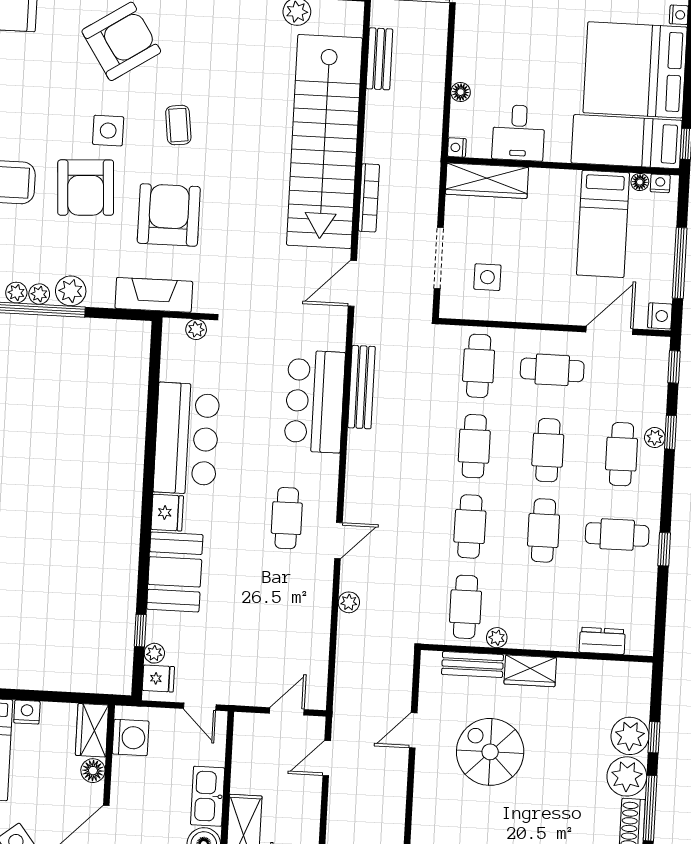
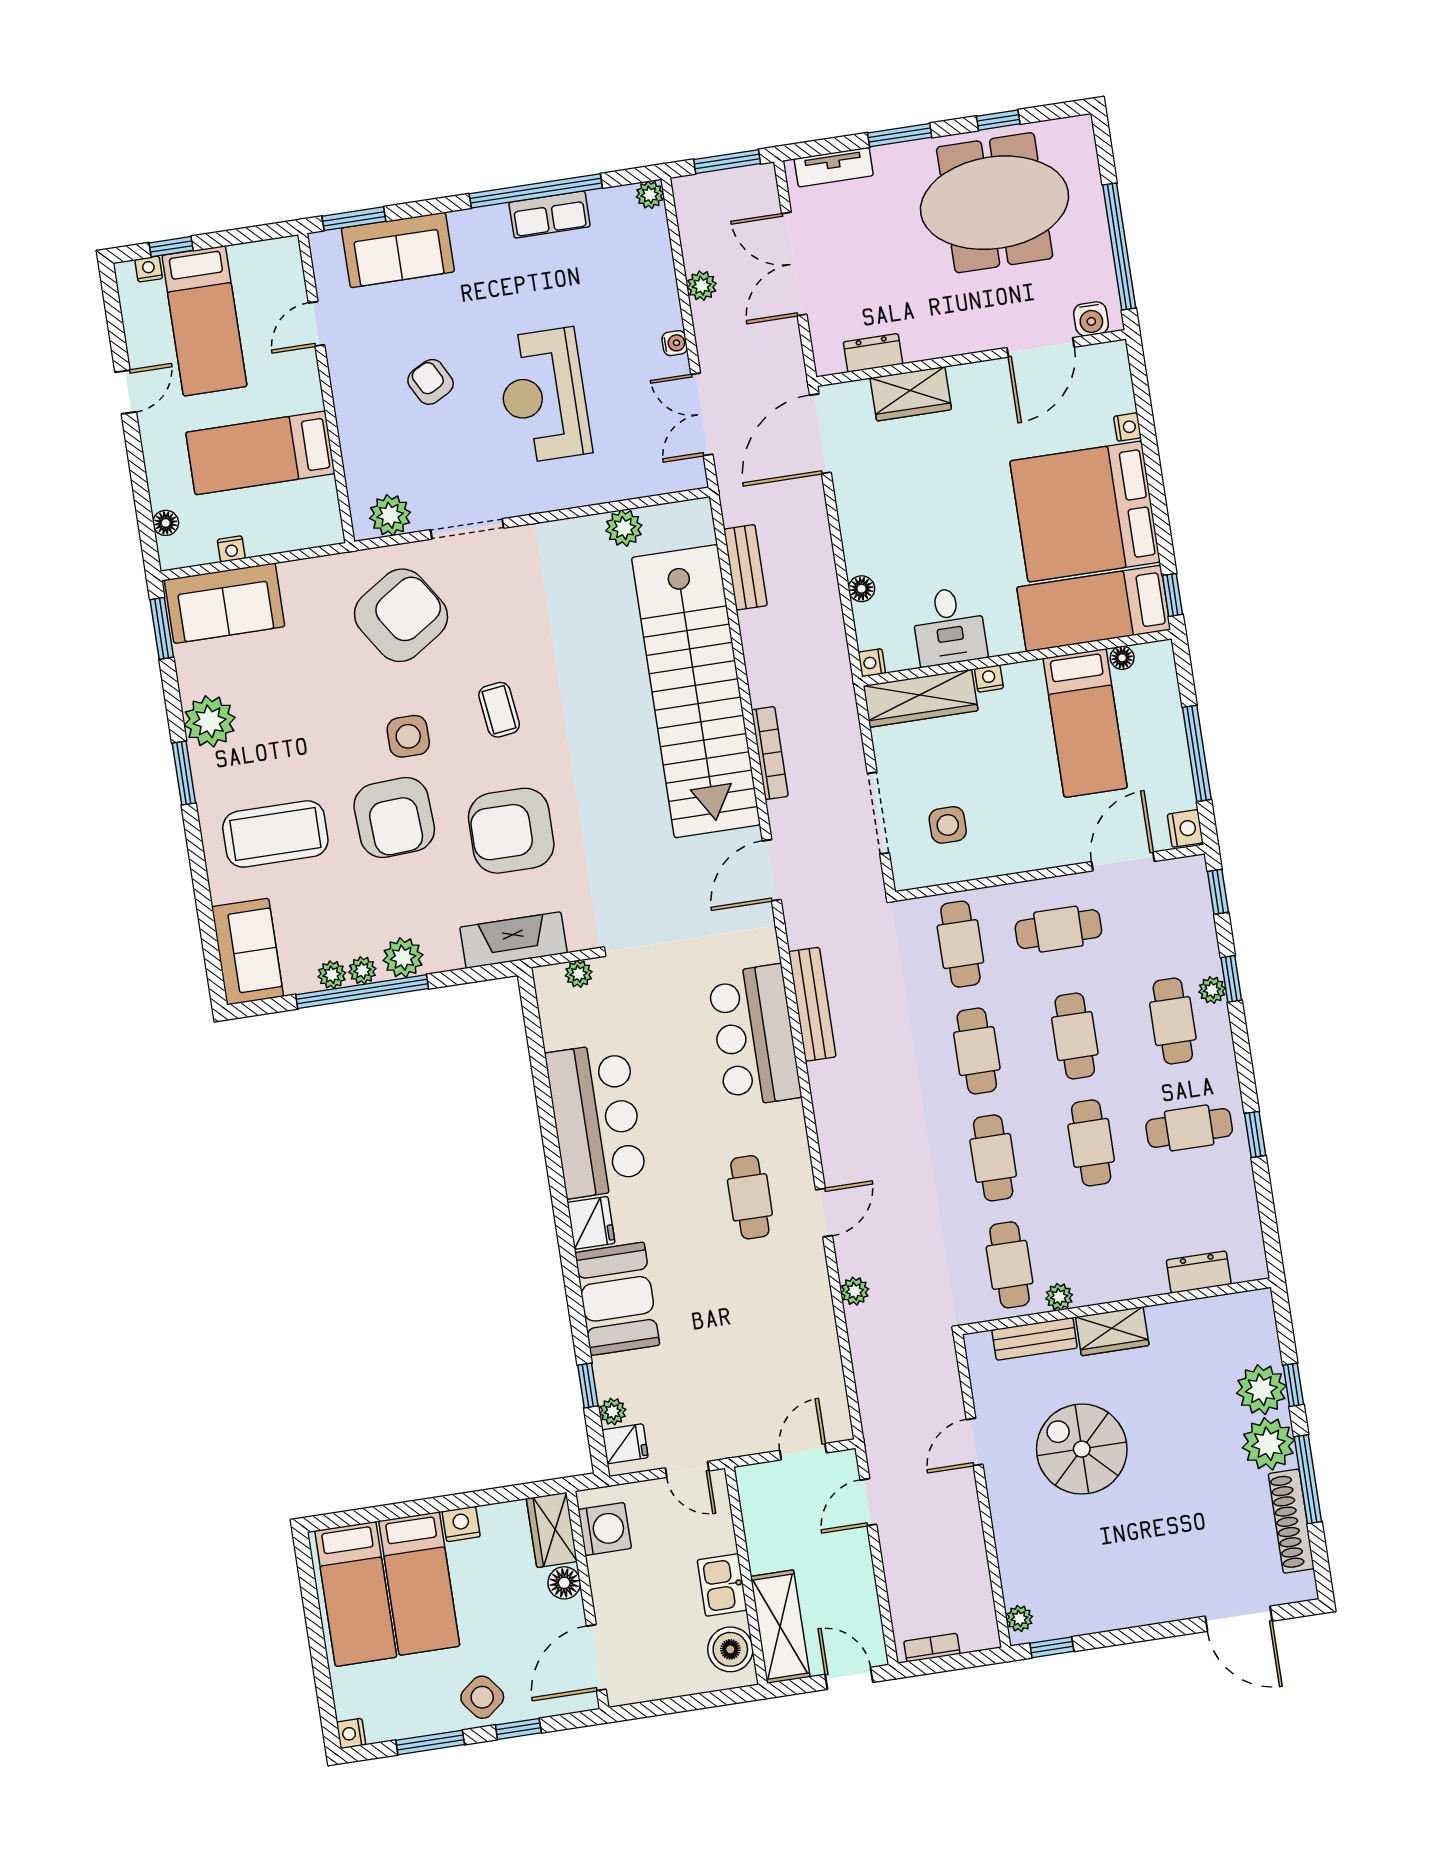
nightstand: (660, 183) -> (989, 679), moved
armchair: (169, 215) -> (511, 831), turned -90
kitchen sink: (208, 796) -> (722, 1585), width x0.73

